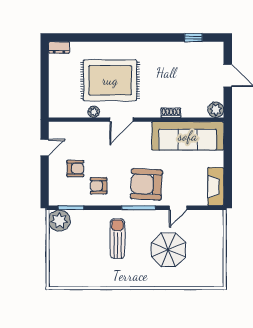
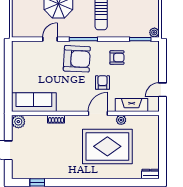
sofa: (188, 136) -> (34, 102), width x0.74, depth x0.79
armchair: (75, 168) -> (103, 83), moved, turned 90
fireplace: (216, 187) -> (132, 105), moved, turned -90
plant: (59, 221) -> (154, 32), width x0.53, depth x0.53

